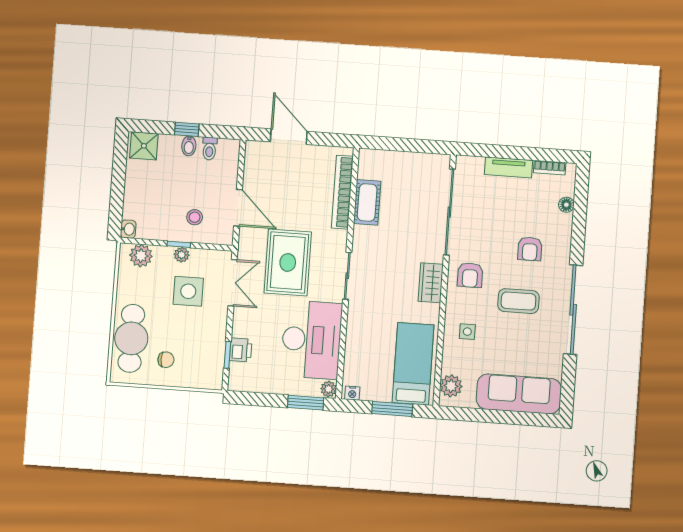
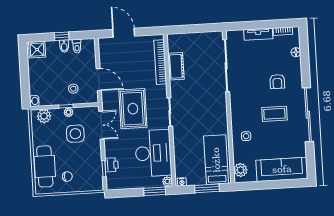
armchair: (470, 275) -> (243, 102), removed
wardrobe: (431, 283) -> (220, 110), removed

